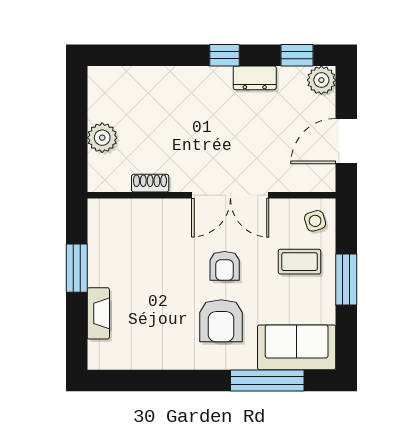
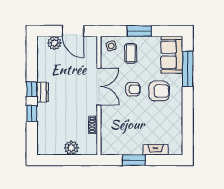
window: (297, 55) -> (32, 114), moved
dresser: (255, 78) -> (43, 92), moved
plant: (321, 80) -> (54, 43), moved

